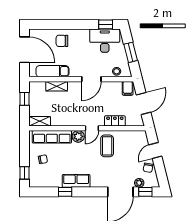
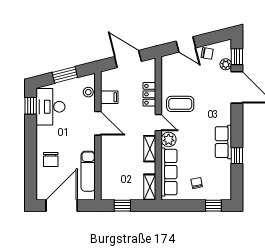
shelving: (57, 86) -> (150, 149), moved
filing cabinet: (128, 88) -> (109, 97), moved

